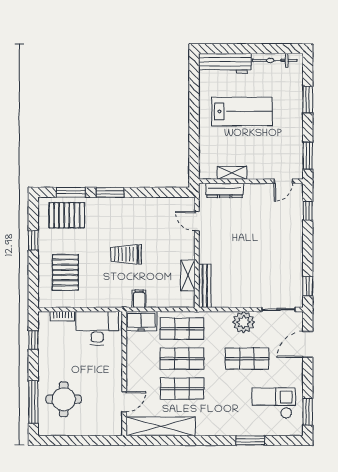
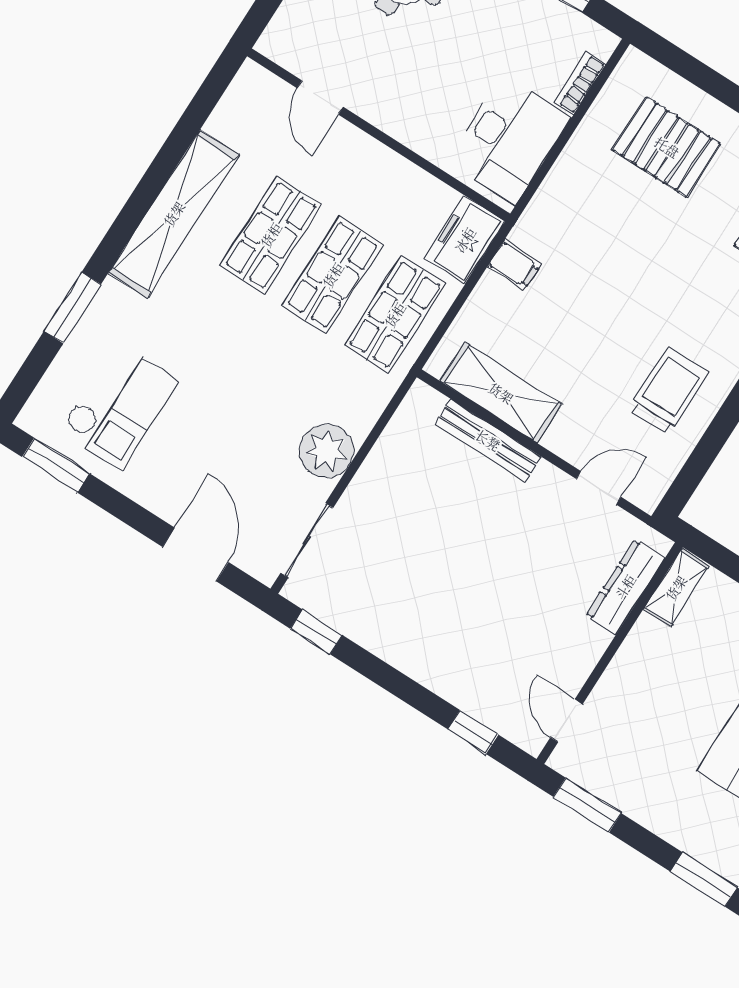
shelving: (232, 173) -> (676, 588), moved
trolley: (126, 254) -> (669, 391), moved
shelving: (188, 275) -> (501, 393), width x1.50, depth x1.33
bench: (205, 286) -> (488, 440), moved
shop shelf: (247, 359) -> (247, 410), removed
shelving: (161, 426) -> (174, 214), moved

